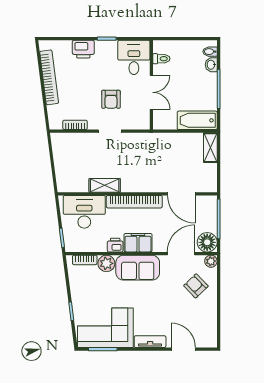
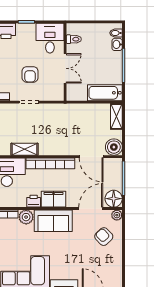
boiler: (207, 183) -> (114, 147), added

